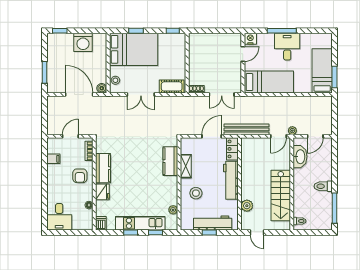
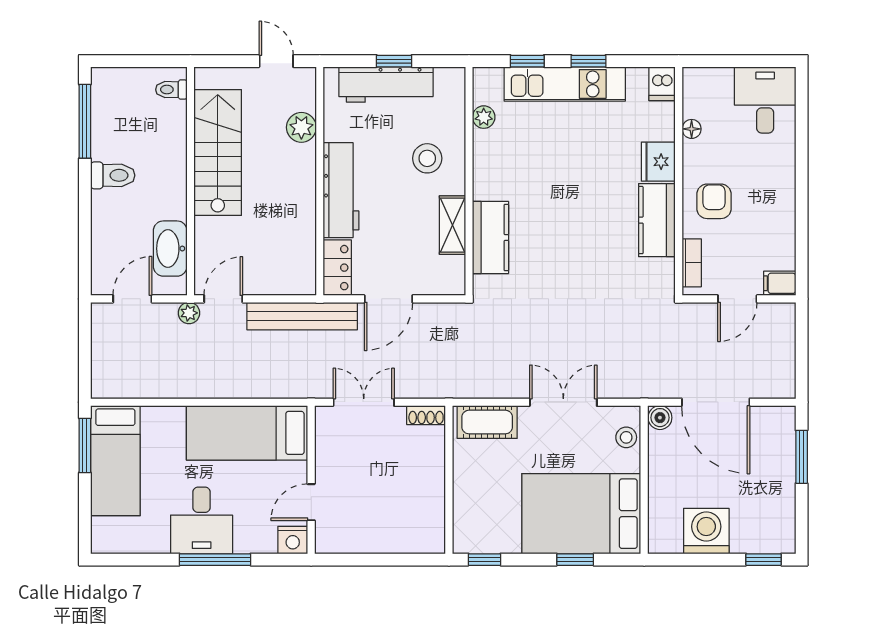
filing cabinet: (53, 159) -> (780, 283), moved

